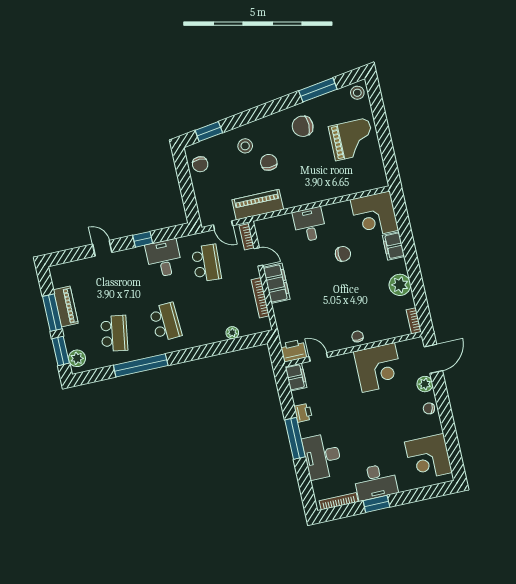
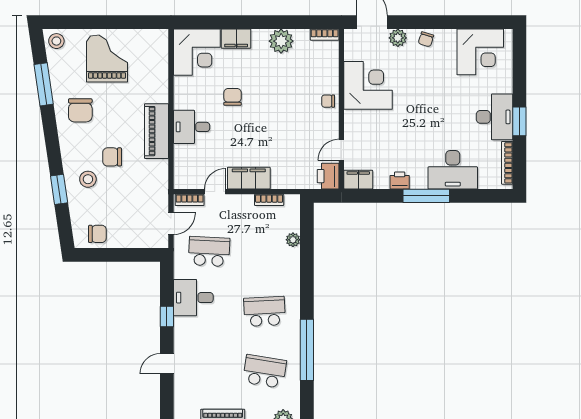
window: (209, 131) -> (59, 189), moved
piano: (258, 205) -> (157, 131), moved
bookcase: (260, 298) -> (269, 200), width x0.64

